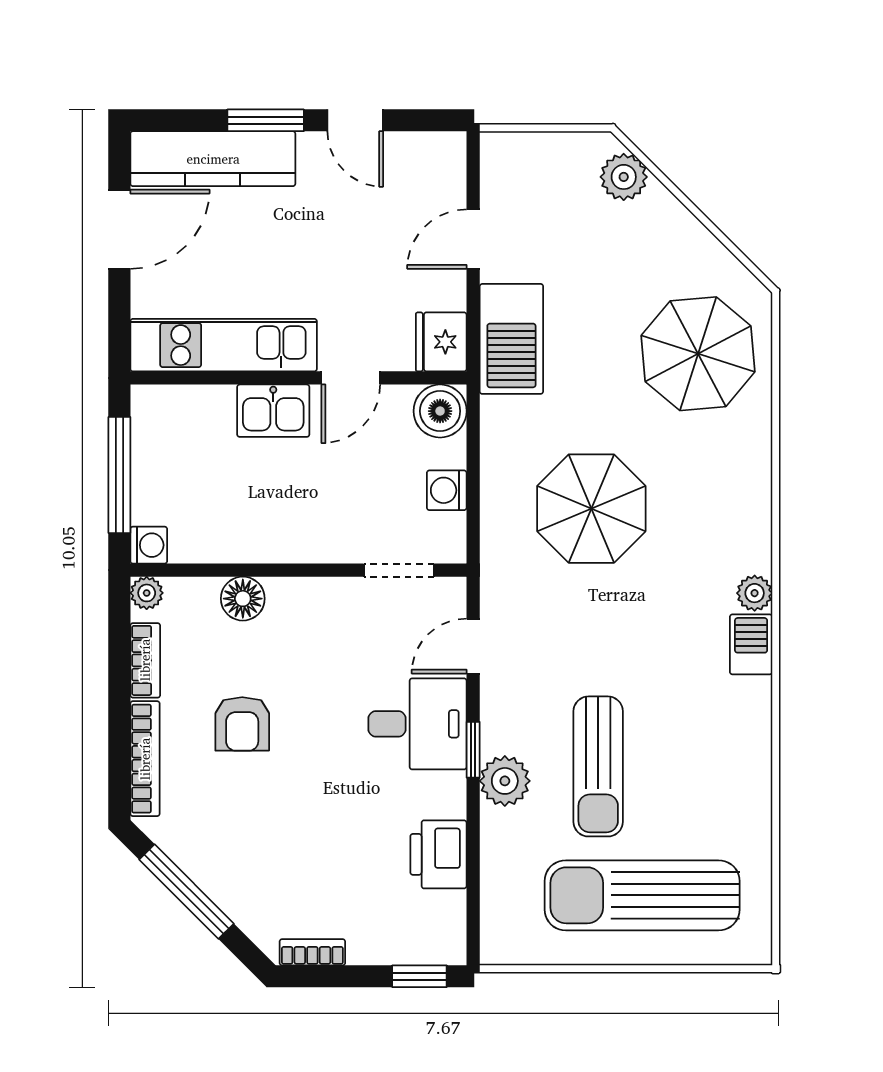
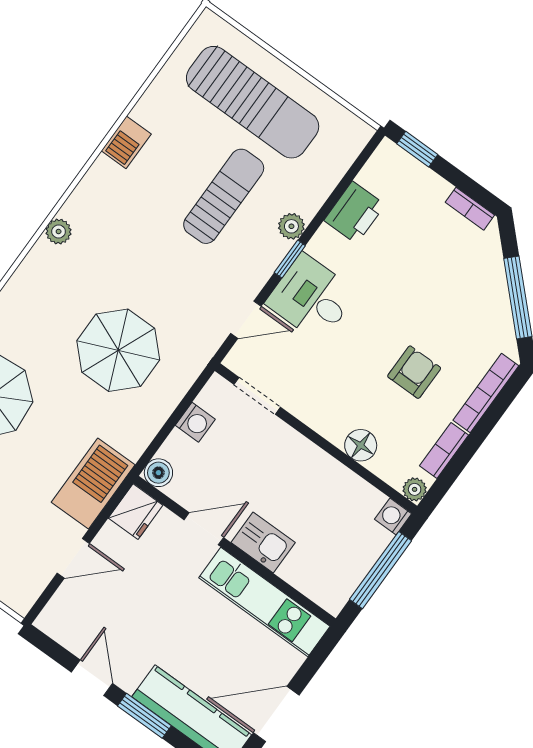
boiler: (440, 411) -> (158, 473), width x0.73, depth x0.73
barbecue: (751, 644) -> (126, 142), moved
plant: (505, 781) -> (291, 226), width x0.73, depth x0.73

